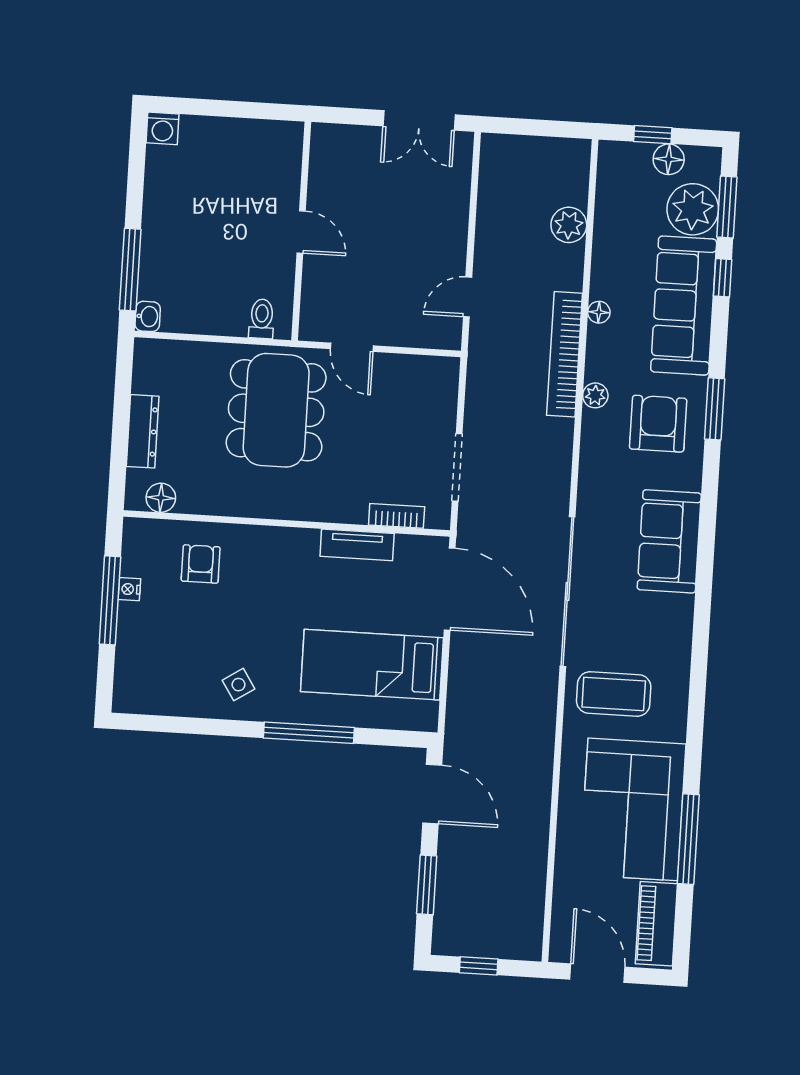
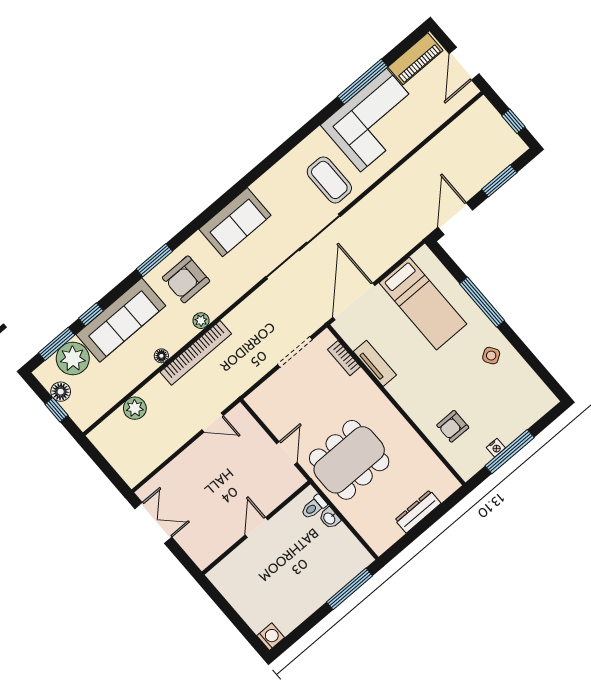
washbasin: (148, 316) -> (330, 518), moved, turned -90
floor lamp: (161, 498) -> (440, 474), removed

